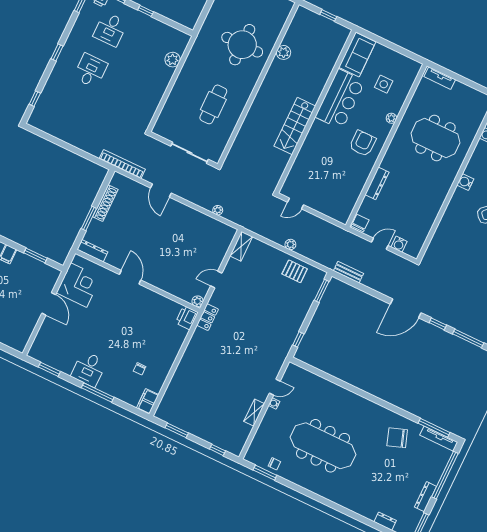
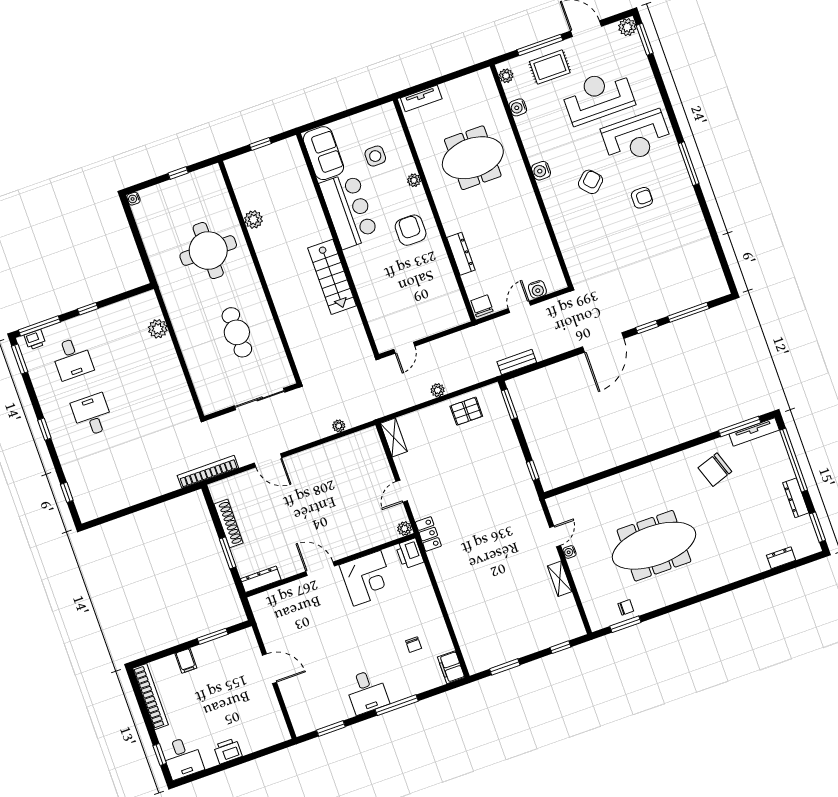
corner desk: (79, 285) -> (367, 578), moved, turned 90

